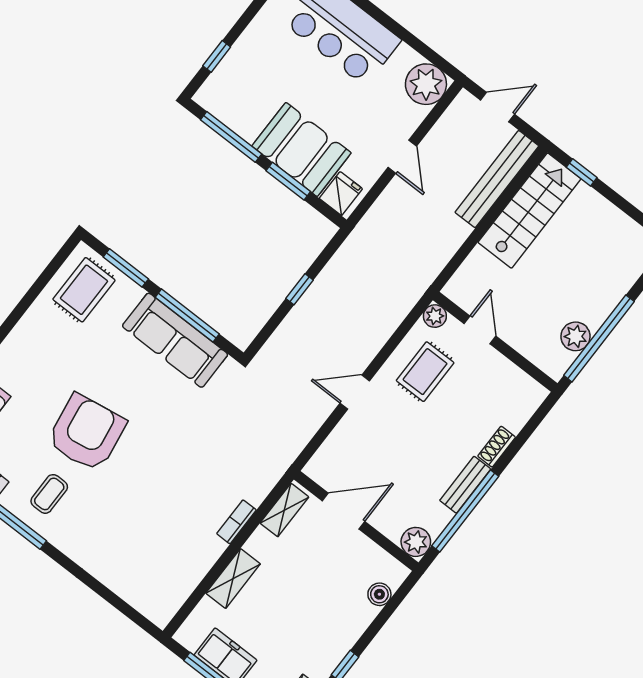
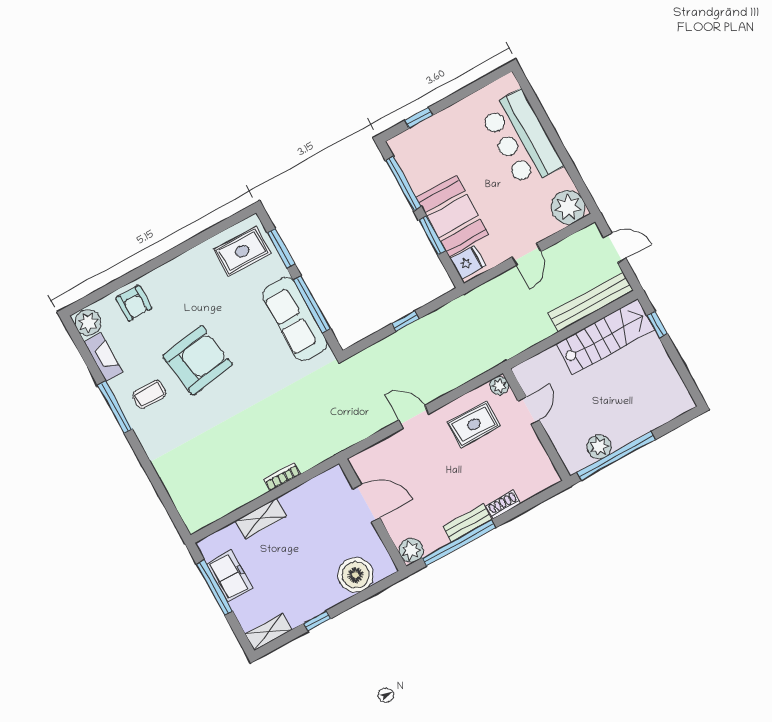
shelving: (284, 510) -> (322, 483), removed
boiler: (379, 594) -> (356, 575), width x1.86, depth x1.86

